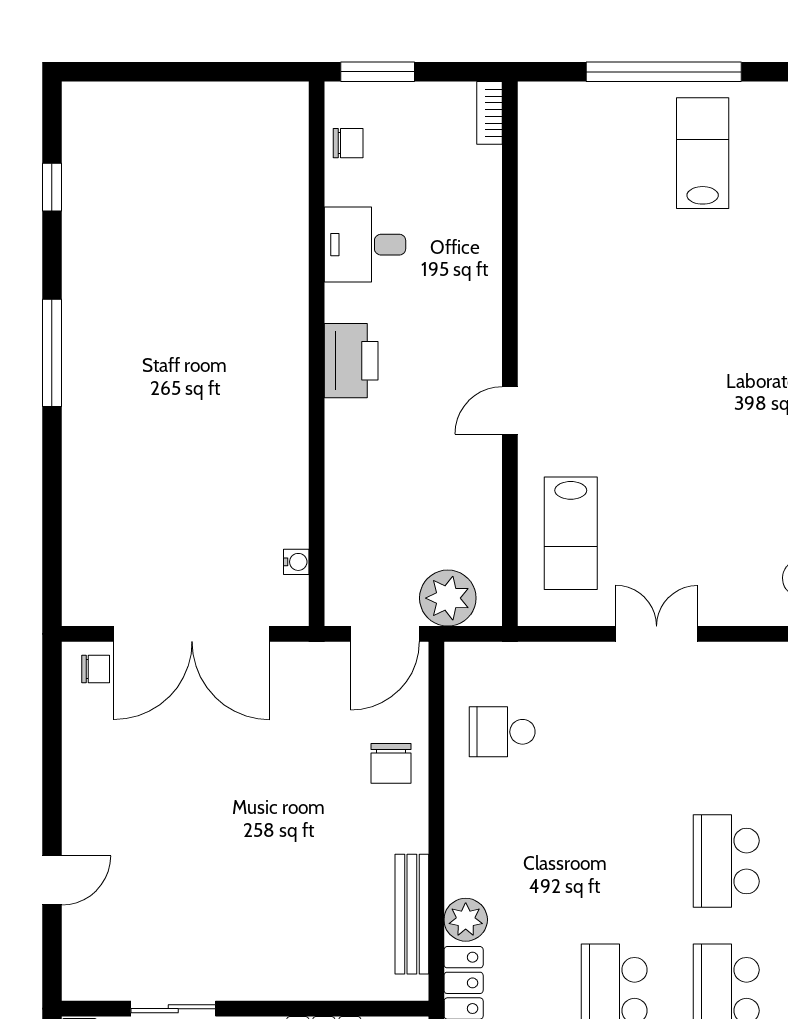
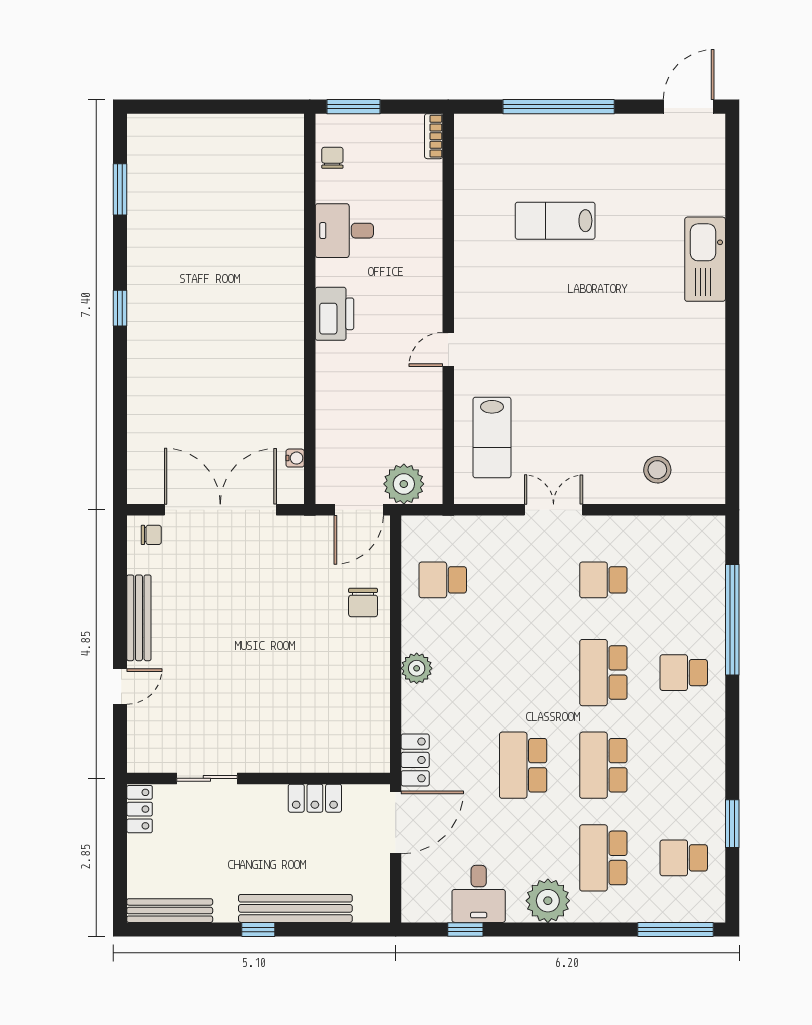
chair: (348, 143) -> (332, 158), turned -90
lab bench: (703, 153) -> (555, 221), moved, turned -90
window: (52, 187) -> (120, 189), width x1.50
window: (52, 353) -> (120, 308), width x0.46
double door: (192, 634) -> (220, 510), swing flipped
school desk: (726, 732) -> (603, 580), added
bench: (412, 914) -> (139, 618), moved
plant: (466, 920) -> (417, 668), moved

